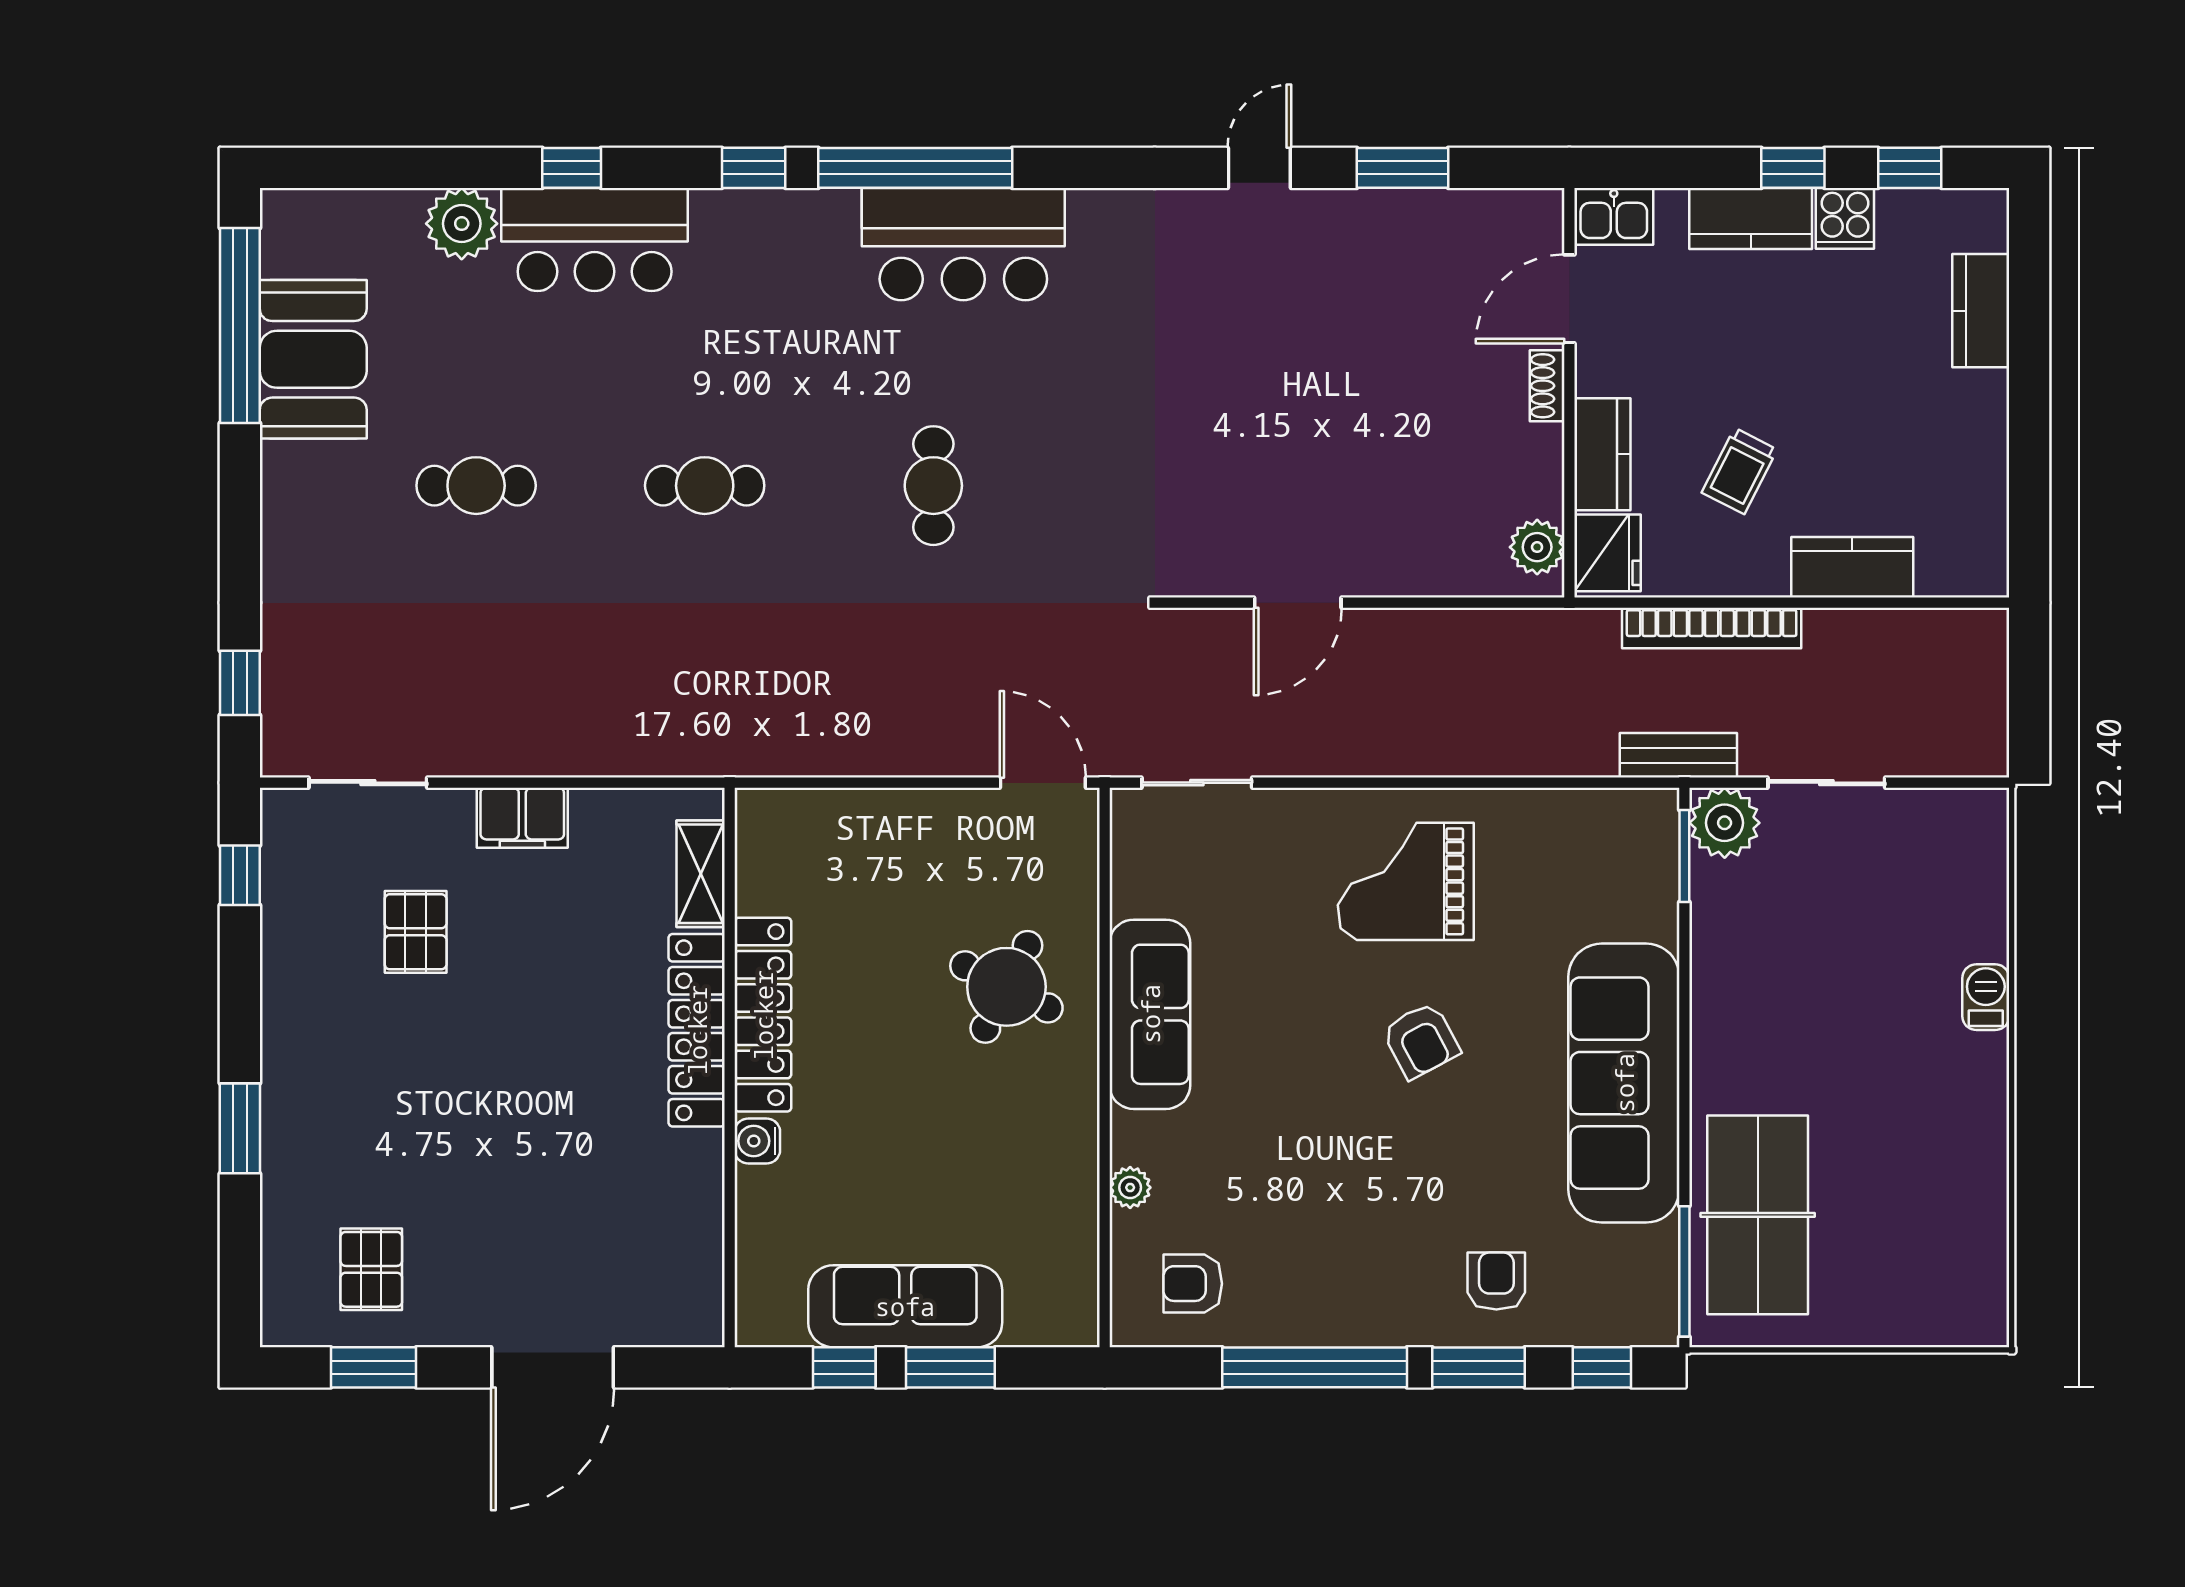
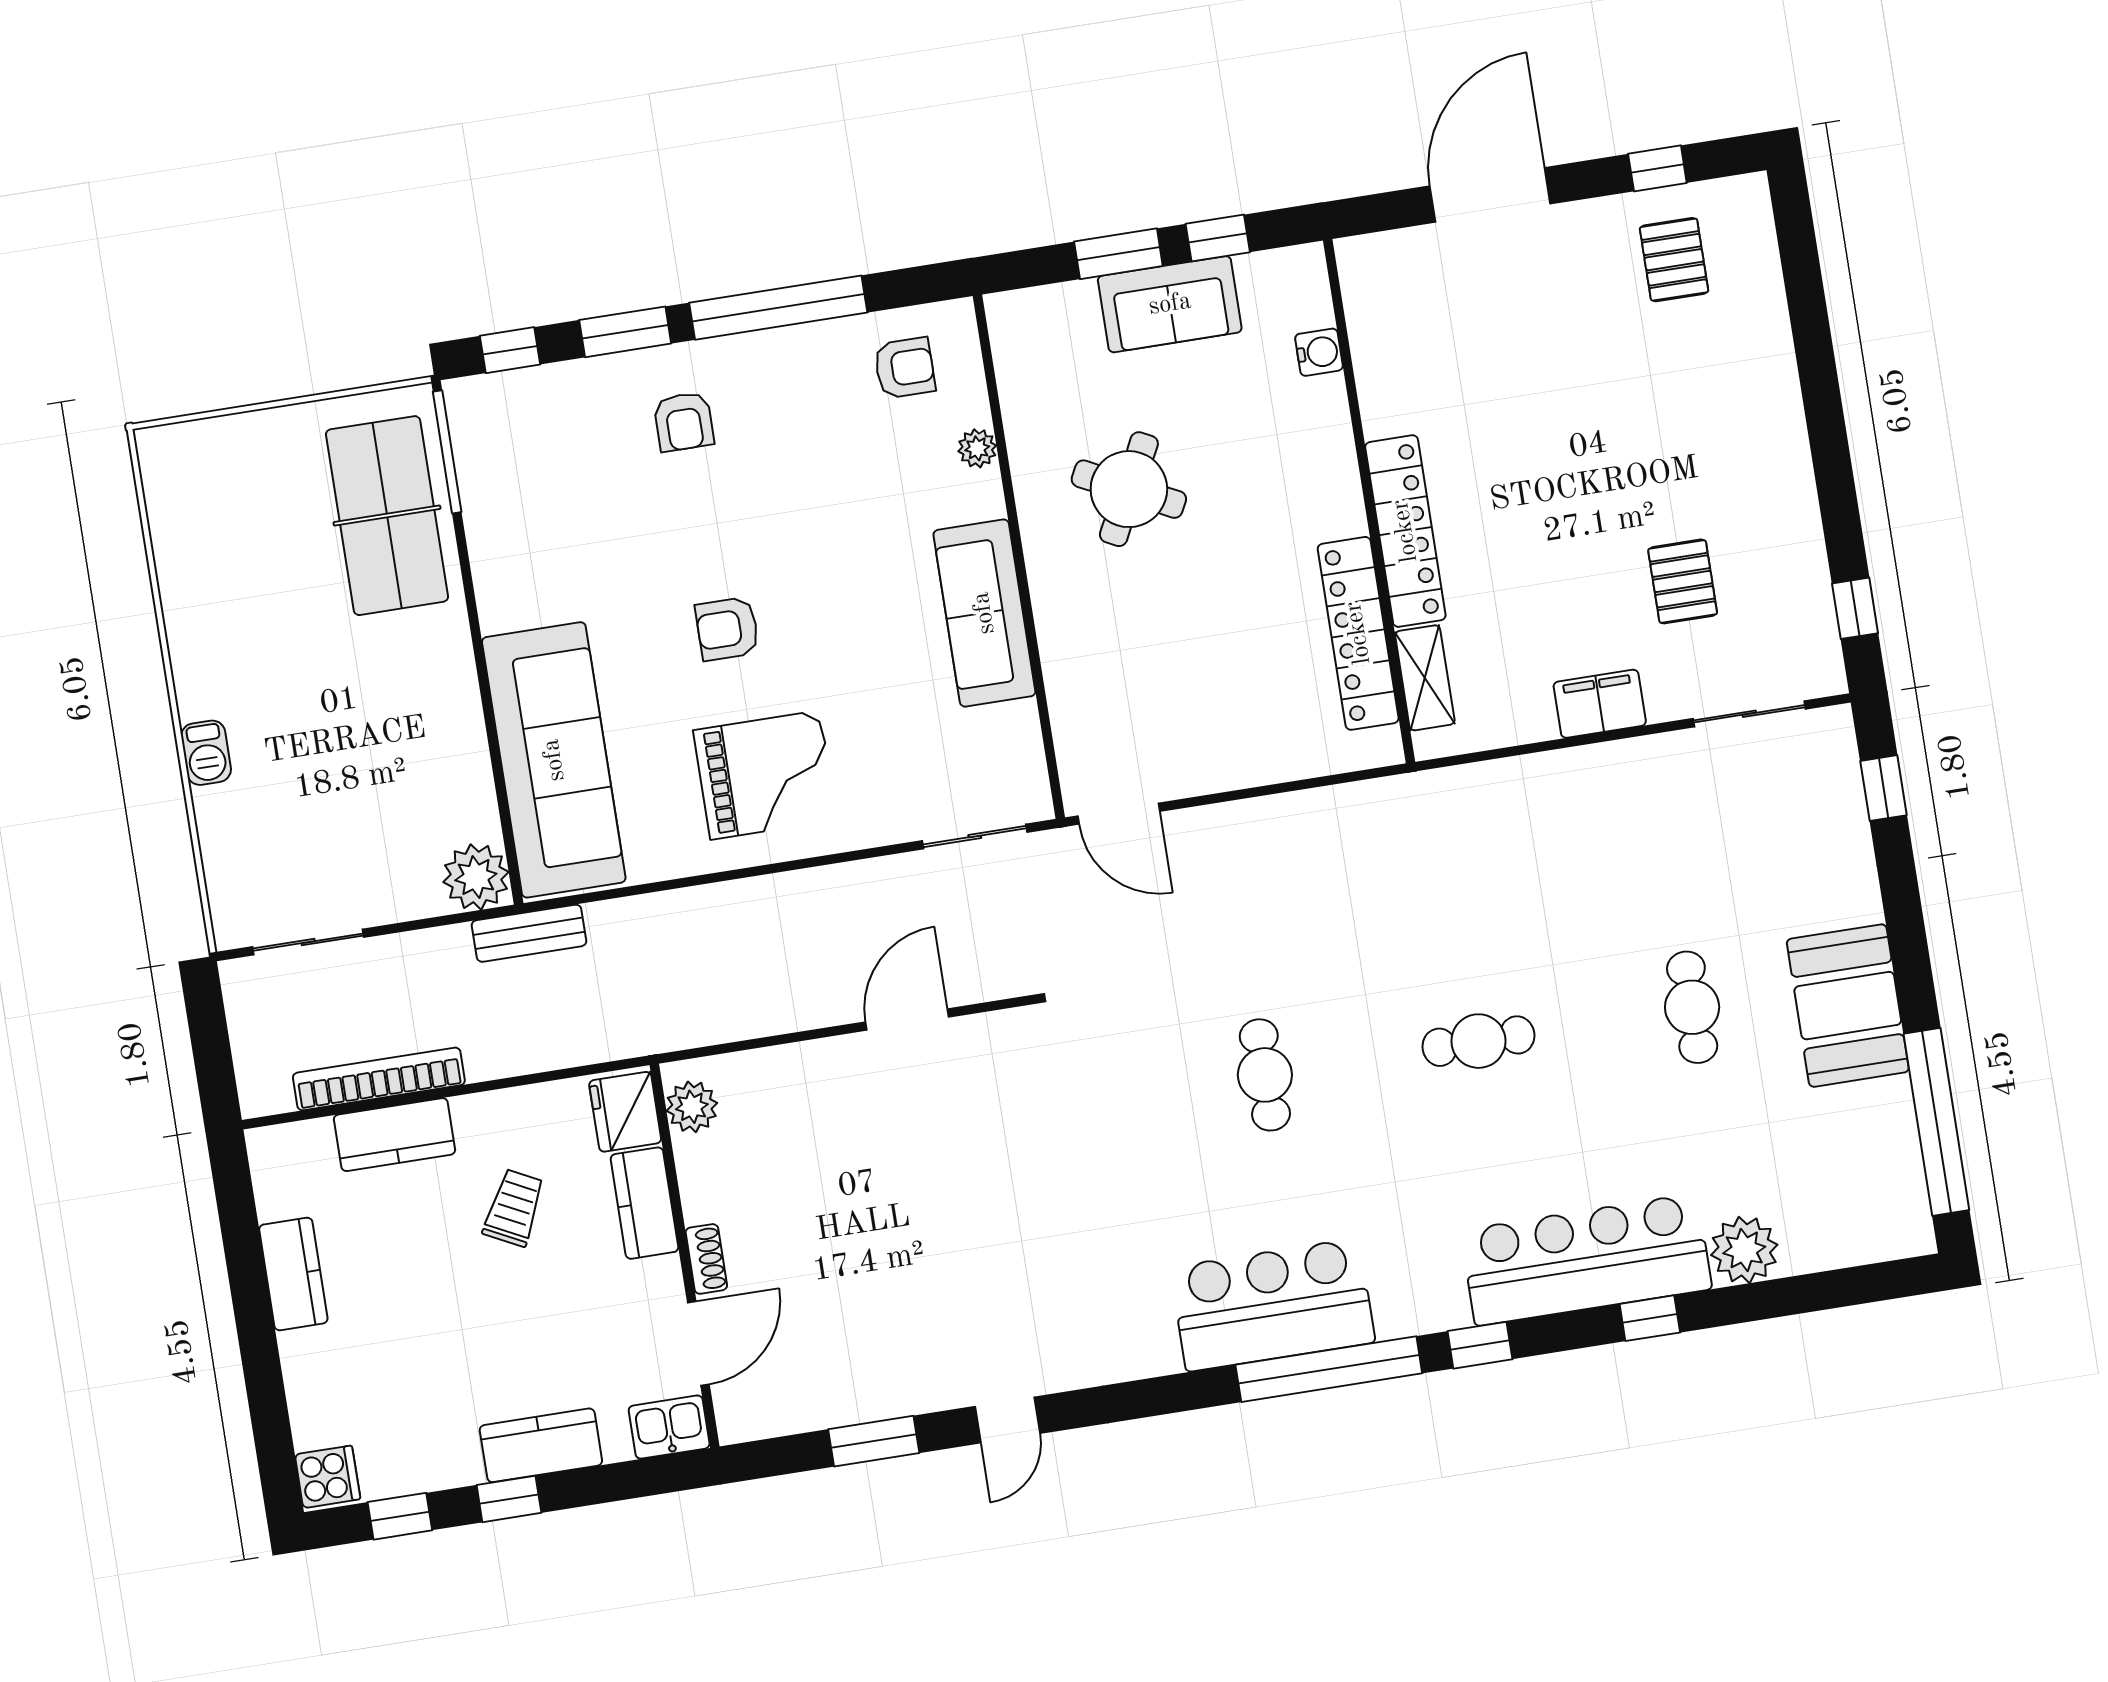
cooker: (1845, 218) -> (328, 1477), moved, turned 90
bar counter: (595, 240) -> (1586, 1260), width x1.36
kitchen counter: (1981, 311) -> (293, 1274), moved
booth: (313, 359) -> (1848, 1006), moved
cafe table: (476, 486) -> (1692, 1007), turned 90
bookcase: (1712, 628) -> (379, 1079), moved
sliding door: (1826, 783) -> (308, 942), moved
window: (1684, 856) -> (509, 840), removed
round table: (1006, 987) -> (1129, 489), moved
locker: (763, 1015) -> (1358, 633), moved
armchair: (1421, 1040) -> (727, 629), turned -62
sofa: (1624, 1083) -> (554, 760), moved
window: (240, 1128) -> (1818, 372), removed
water cooler: (757, 1141) -> (1319, 352), moved
armchair: (1496, 1281) -> (684, 422), moved
sofa: (905, 1306) -> (1170, 304), width x0.73
window: (373, 1367) -> (1657, 168), width x0.67

